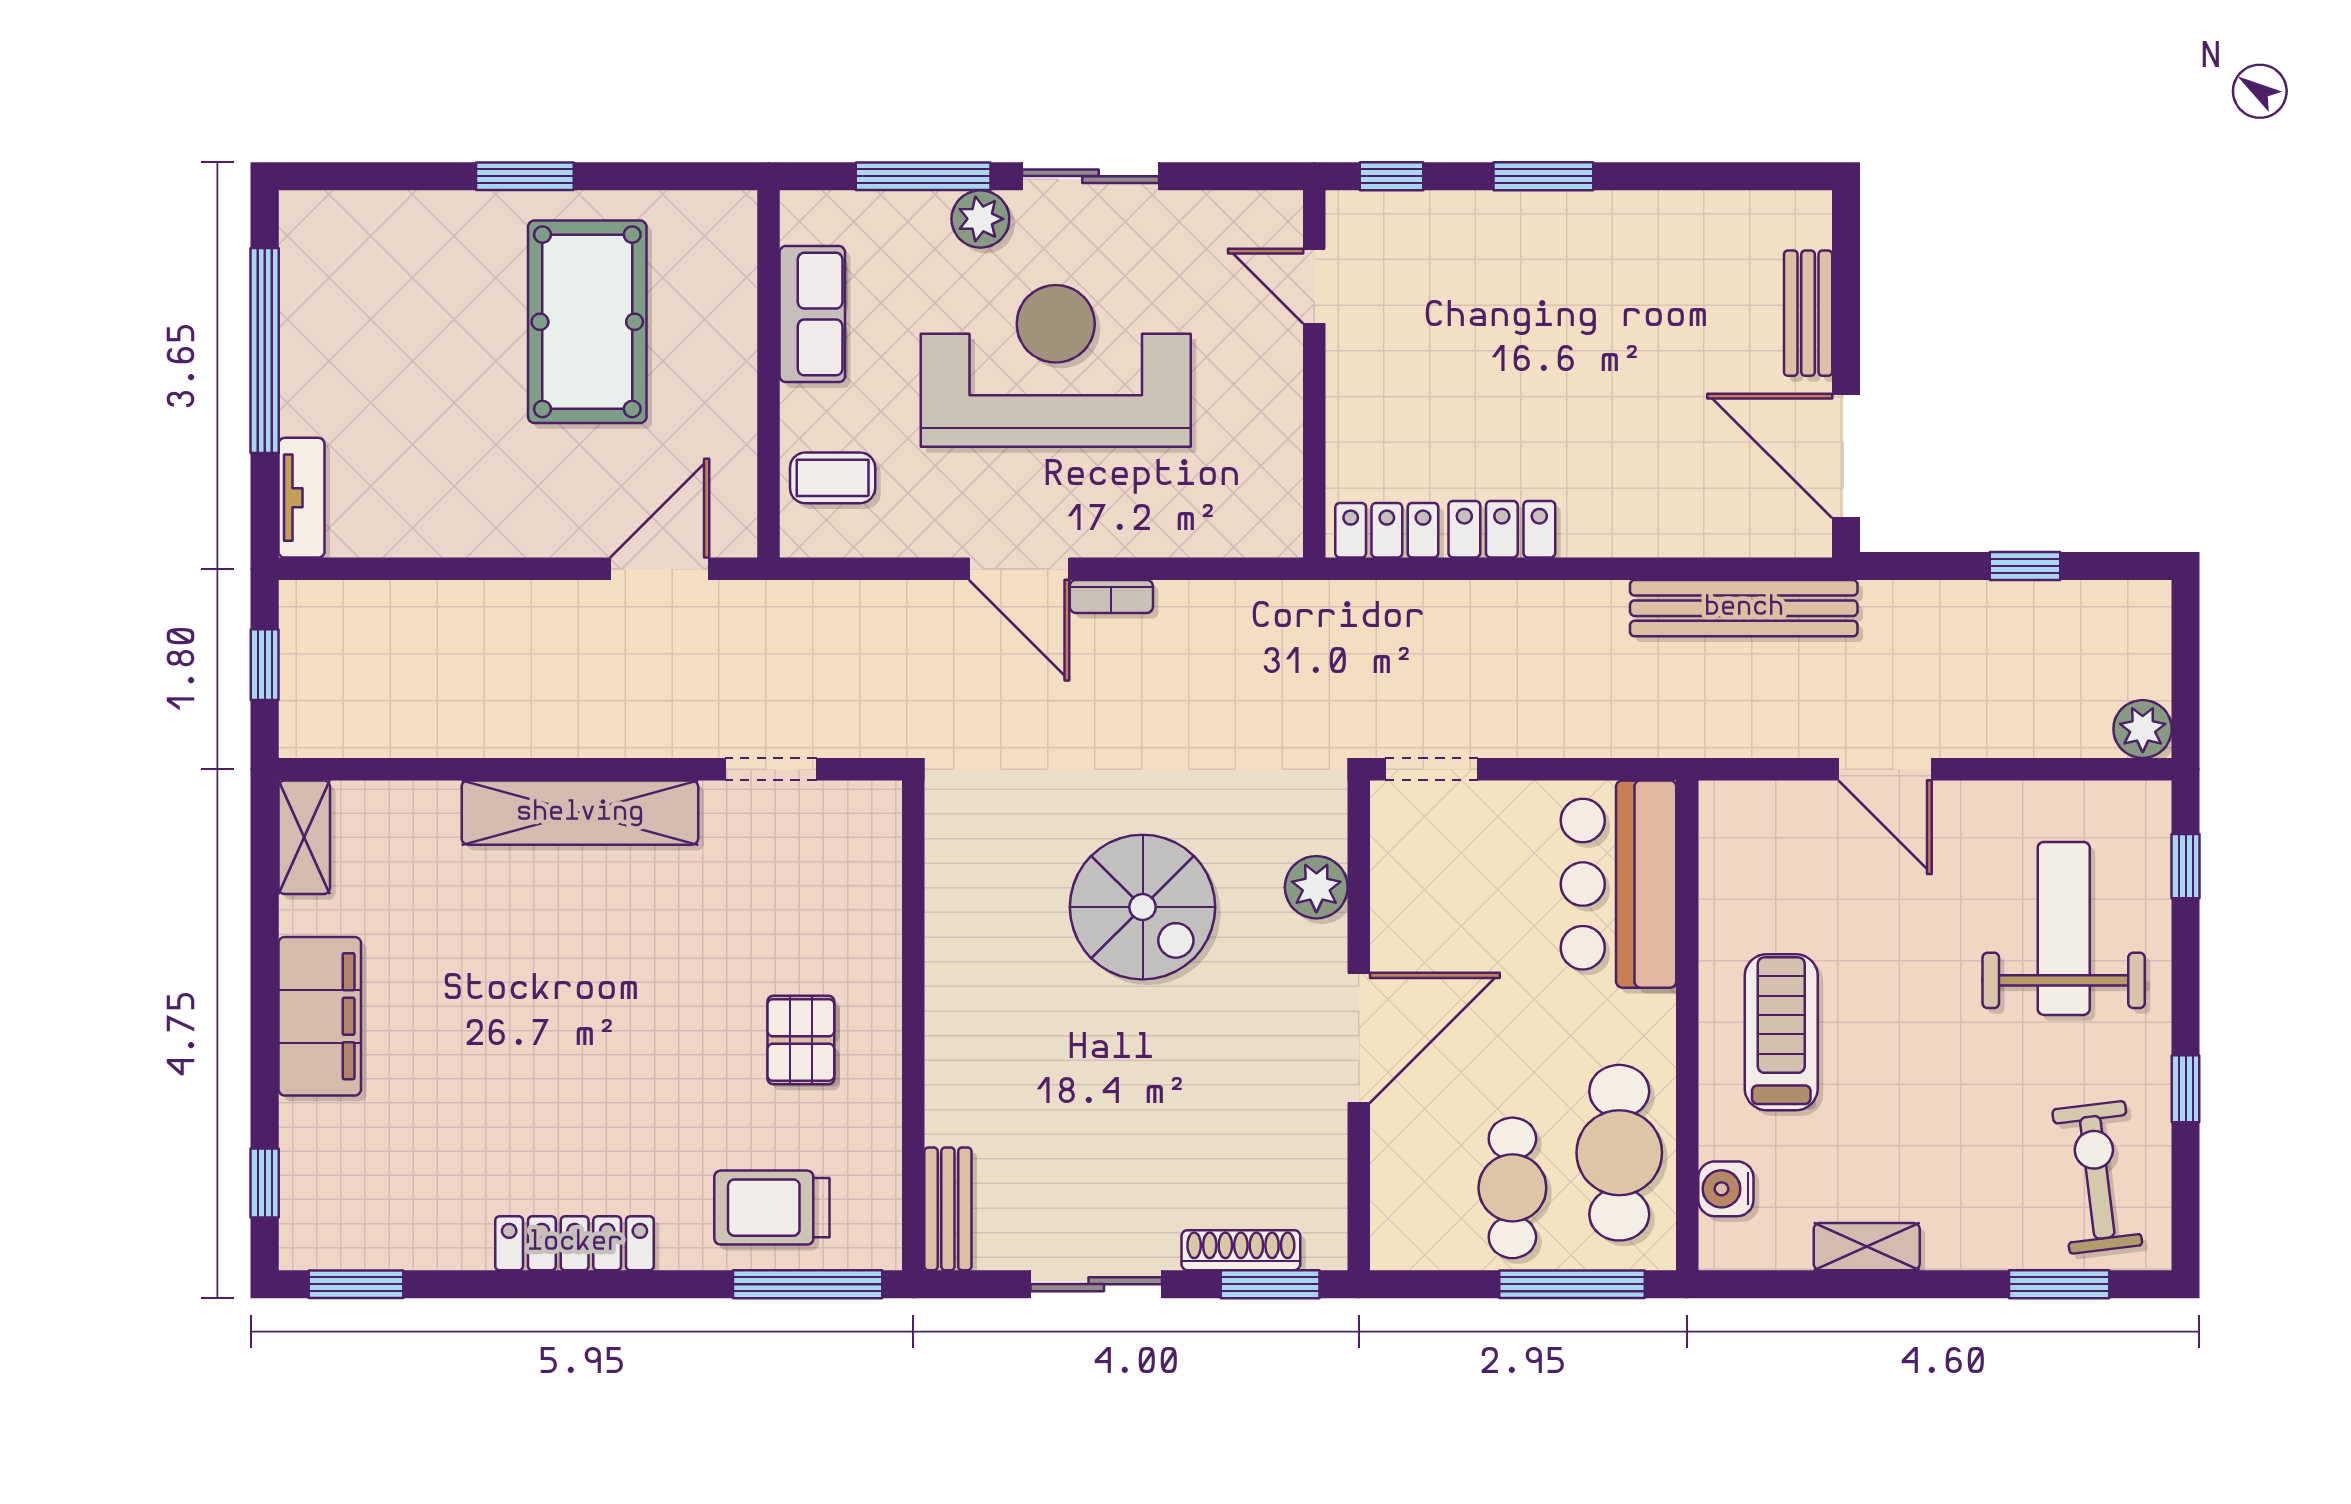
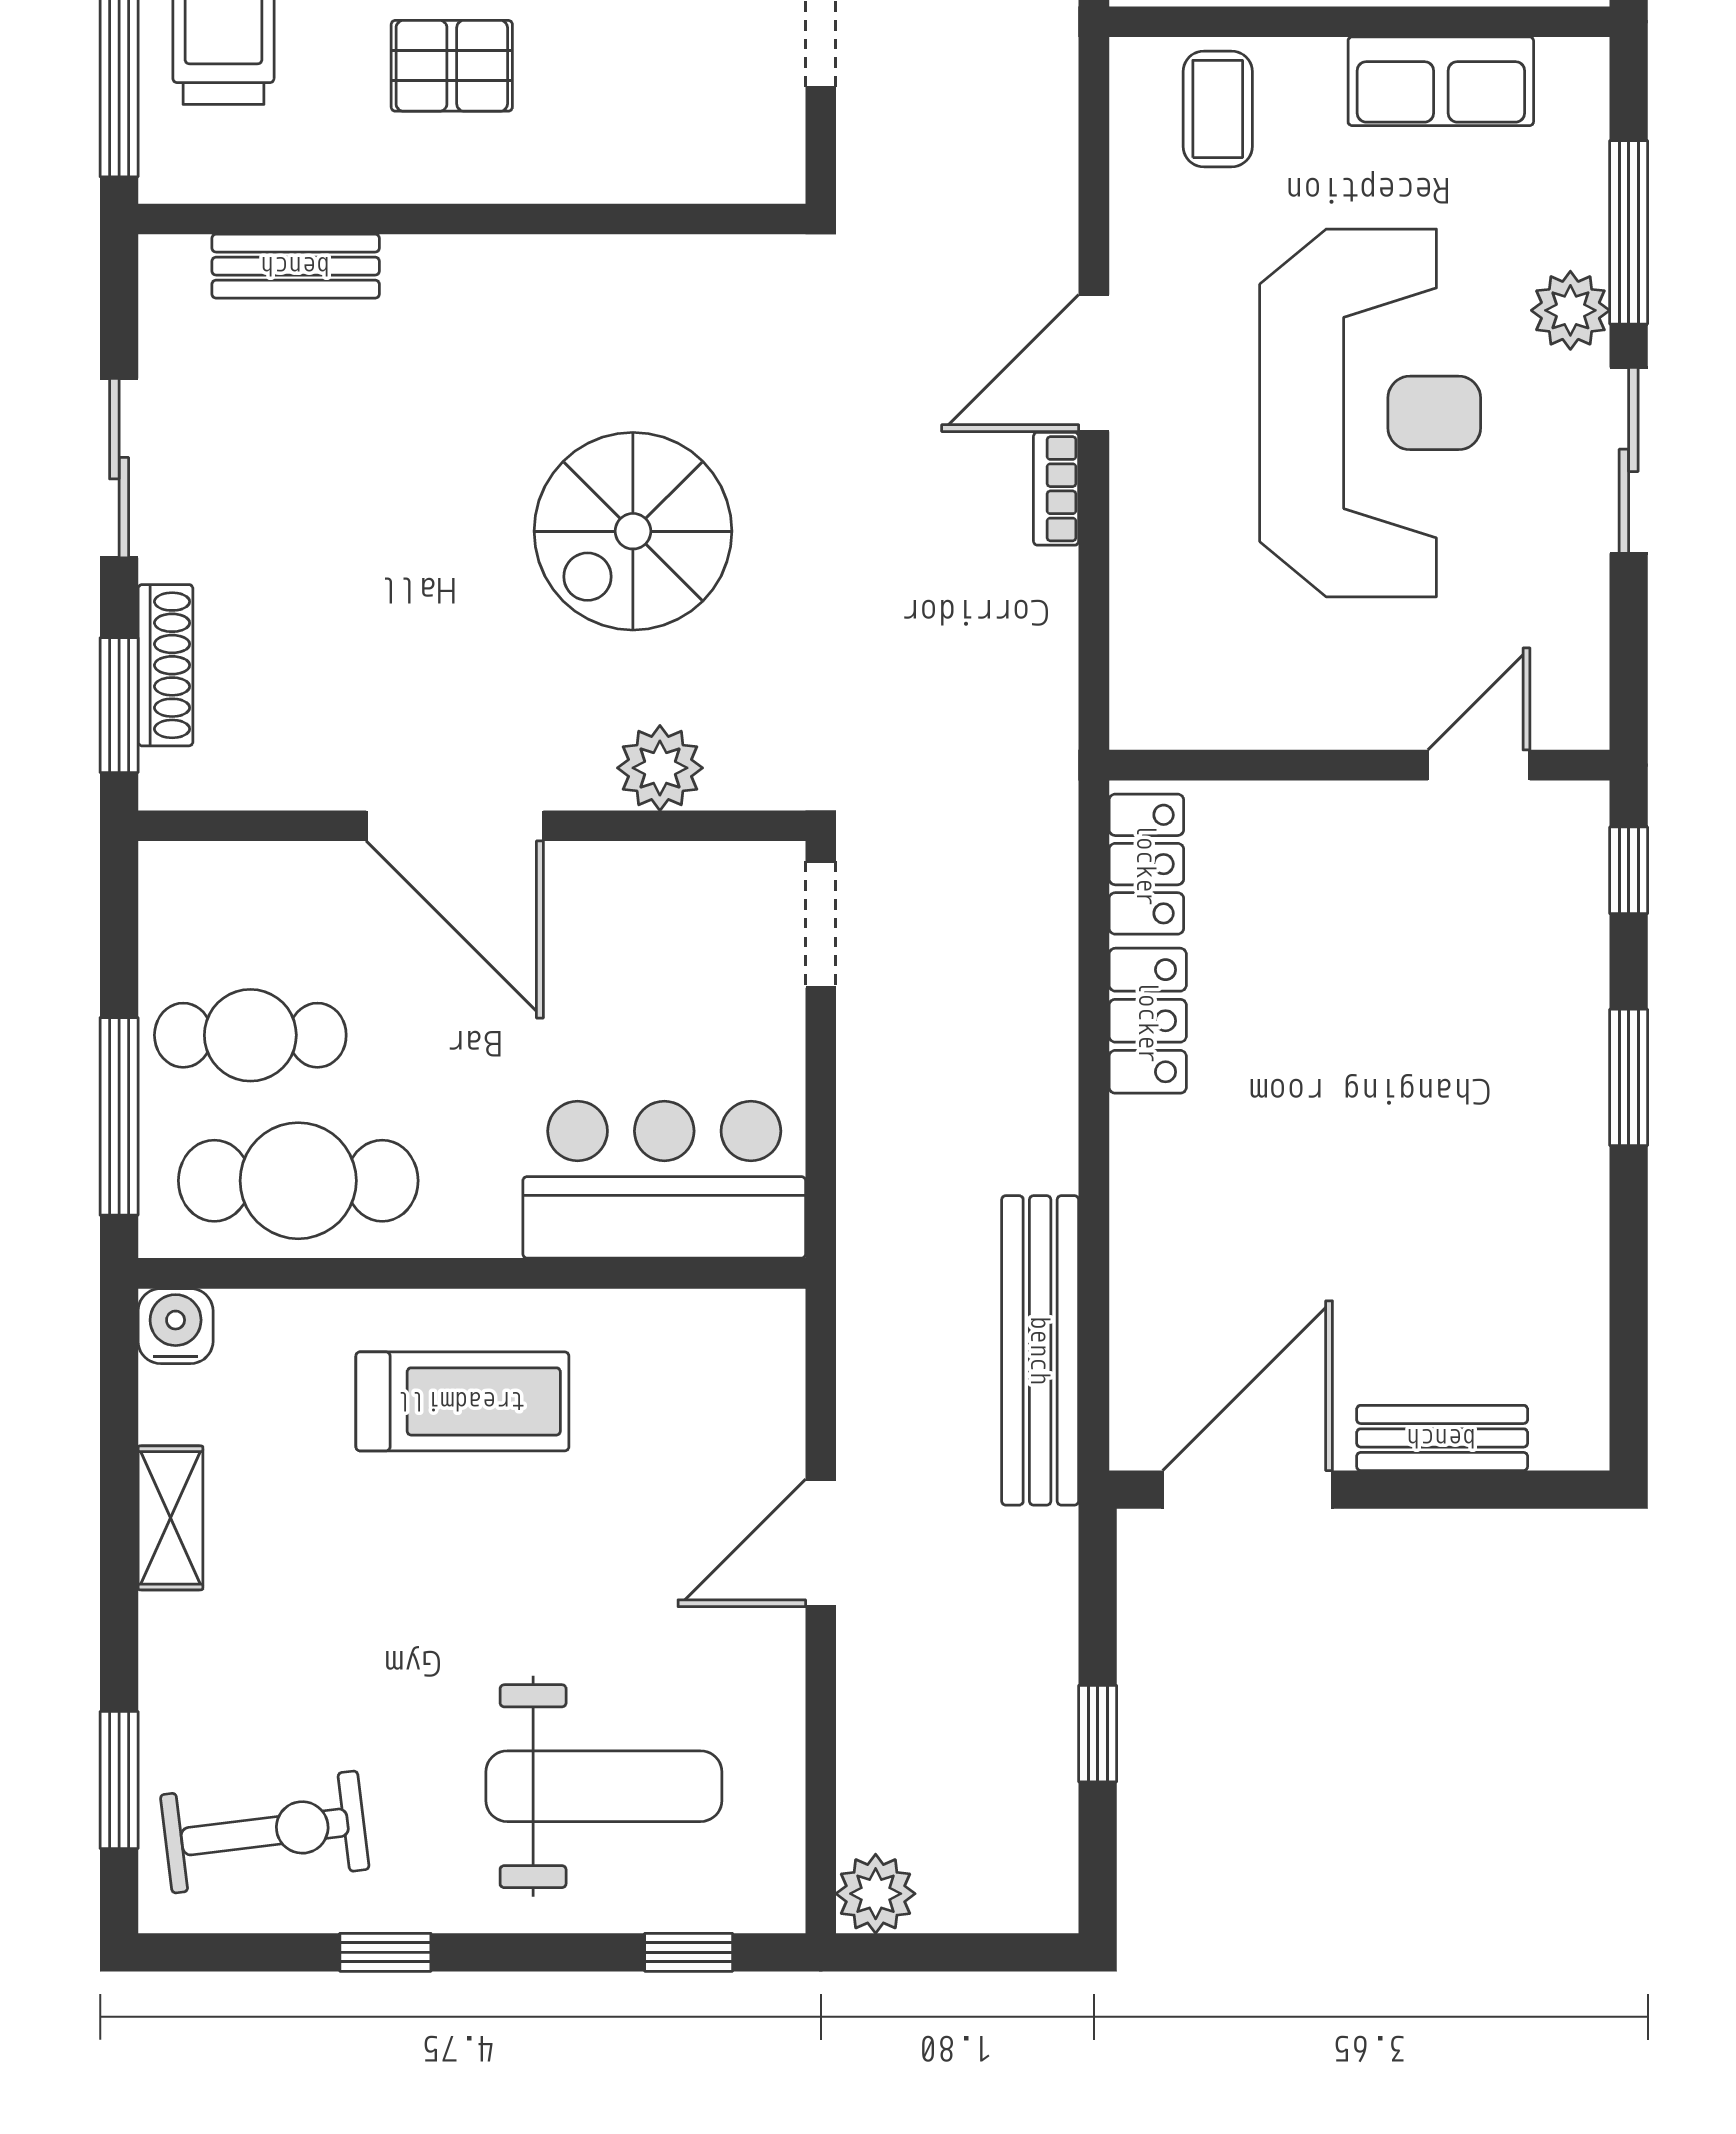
water cooler: (1726, 1189) -> (176, 1326), moved
bench: (948, 1209) -> (296, 266), moved

